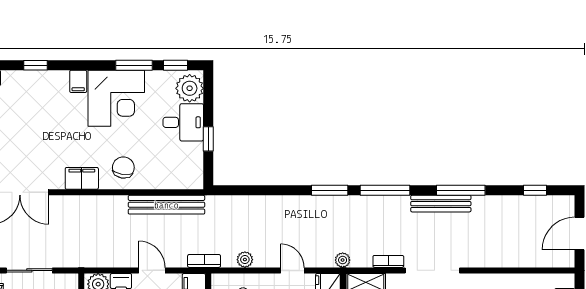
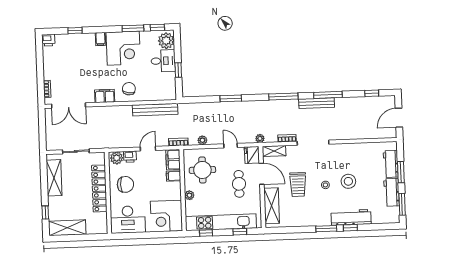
window: (330, 190) -> (231, 98), moved
door: (152, 270) -> (148, 149), hinge flipped

